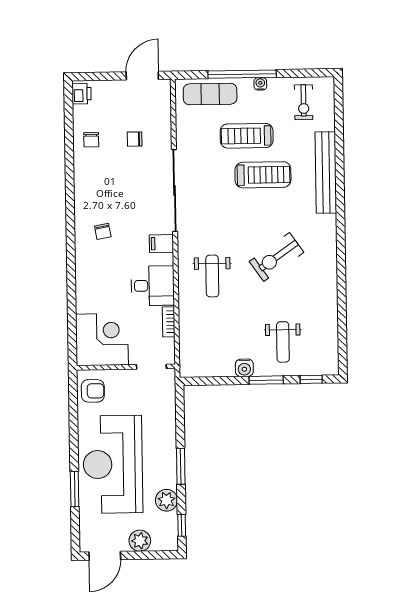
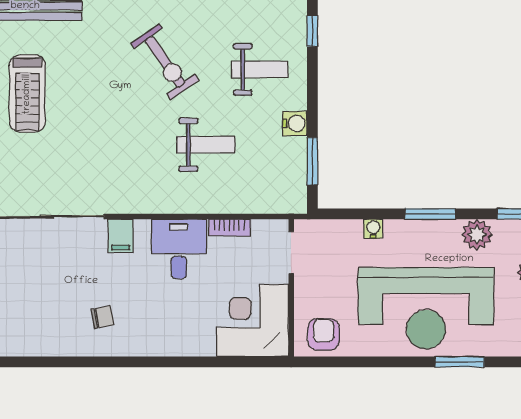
treadmill: (263, 175) -> (27, 94), turned 180
exercise bike: (277, 257) -> (165, 62), moved
weight bench: (212, 276) -> (206, 145), moved
window: (266, 380) -> (312, 161), moved
water cooler: (170, 425) -> (373, 229), added

